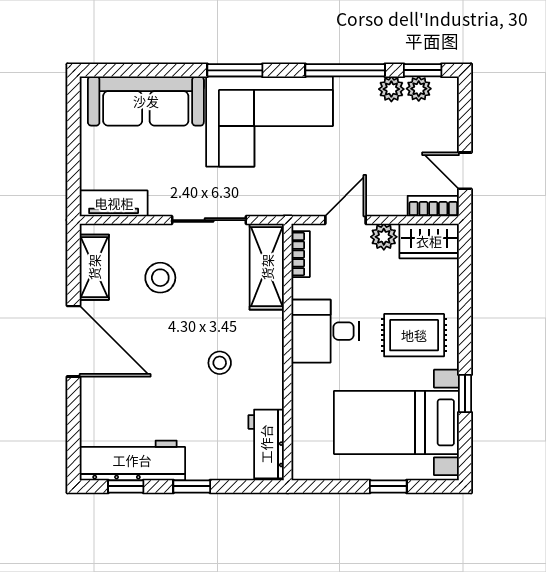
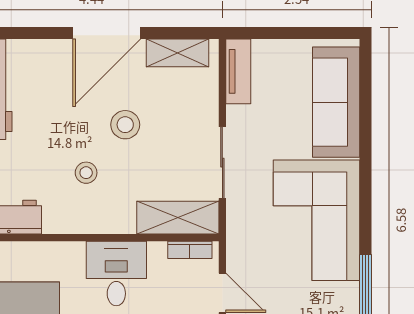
window: (235, 70) -> (365, 187), removed
stool: (160, 278) -> (125, 125), moved

